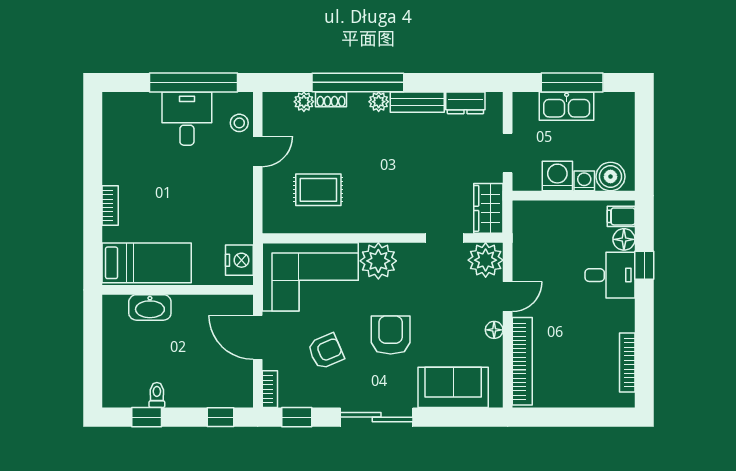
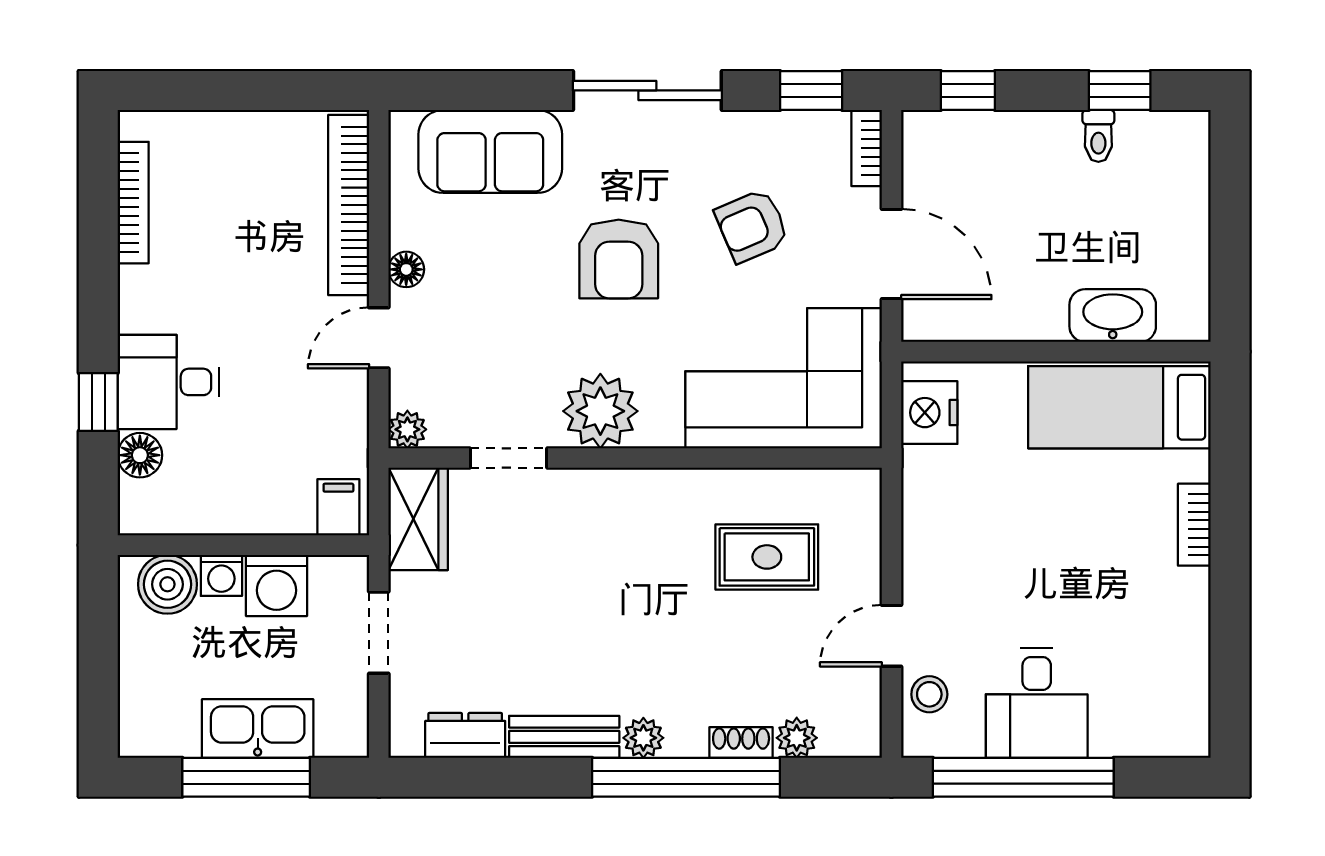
filing cabinet: (621, 216) -> (338, 507), moved, turned -90
plant: (486, 260) -> (407, 429), width x0.53, depth x0.53
plant: (378, 261) -> (600, 411), moved

